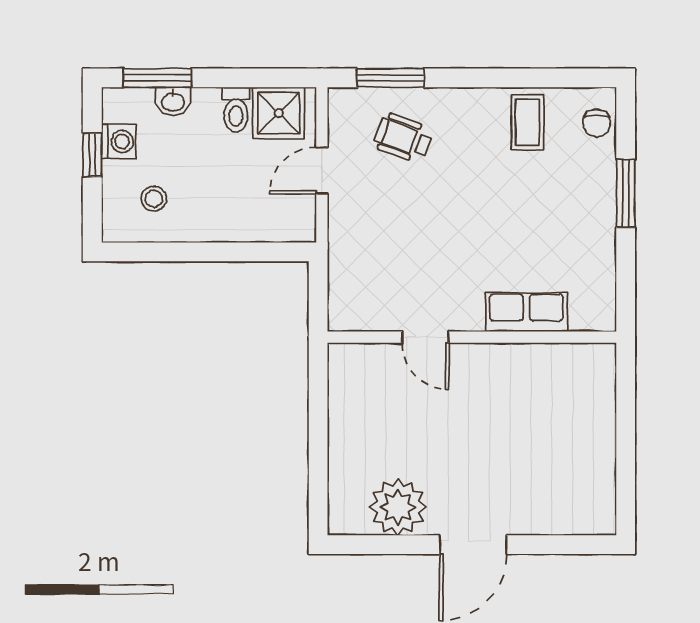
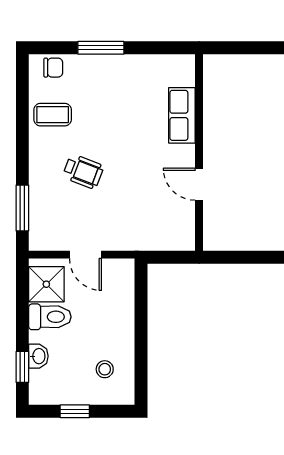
window: (157, 78) -> (22, 367), width x0.67
toilet: (236, 110) -> (50, 317), width x1.37, depth x1.39
wheelchair: (403, 138) -> (83, 172), moved, turned -89
washing machine: (119, 141) -> (66, 393), removed
door: (425, 337) -> (199, 184), swing flipped

